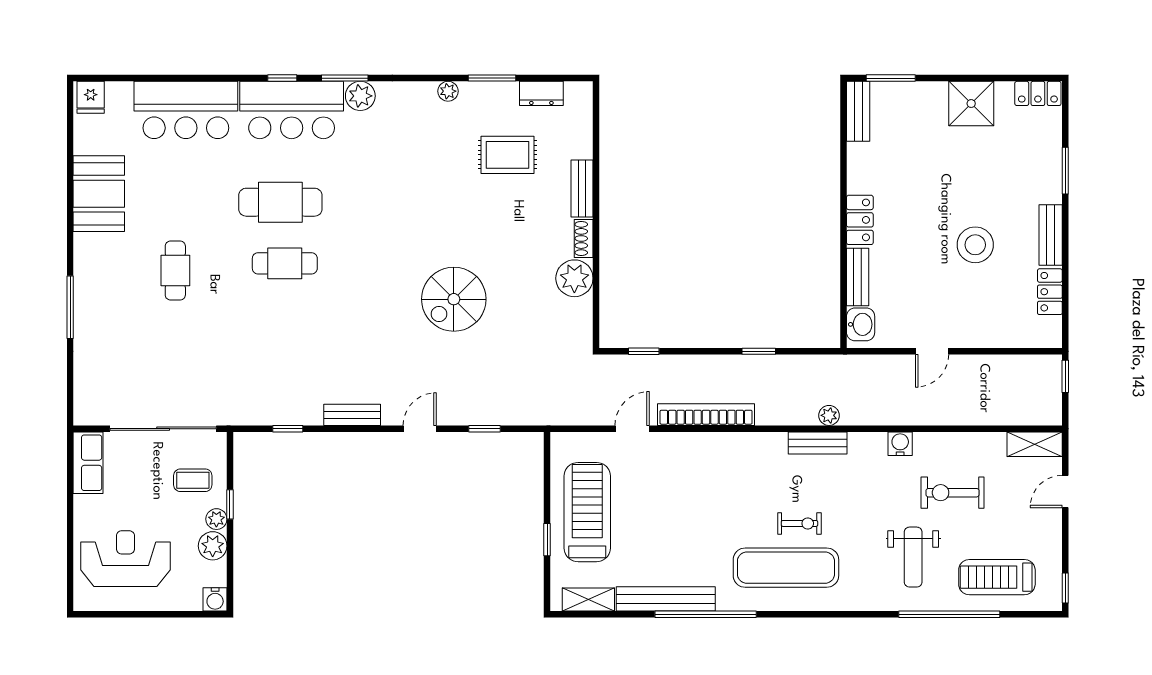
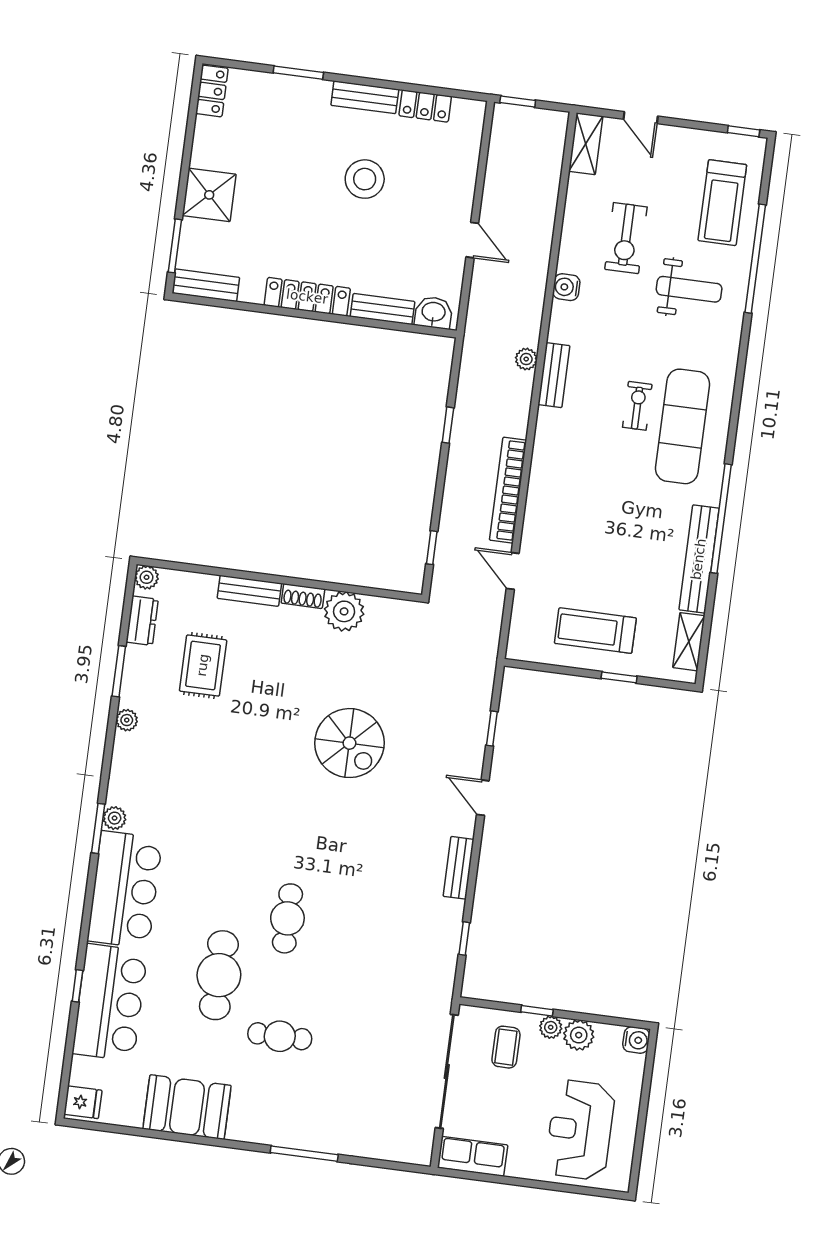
window: (282, 78) -> (77, 986), moved
plant: (582, 92) -> (147, 577), added
plant: (360, 96) -> (115, 818), width x0.73, depth x0.73
shower: (971, 104) -> (209, 195), moved
cafe table: (280, 202) -> (219, 975), moved
locker: (860, 220) -> (307, 297), width x1.53
treadmill: (587, 512) -> (595, 631), width x0.73, depth x0.73

